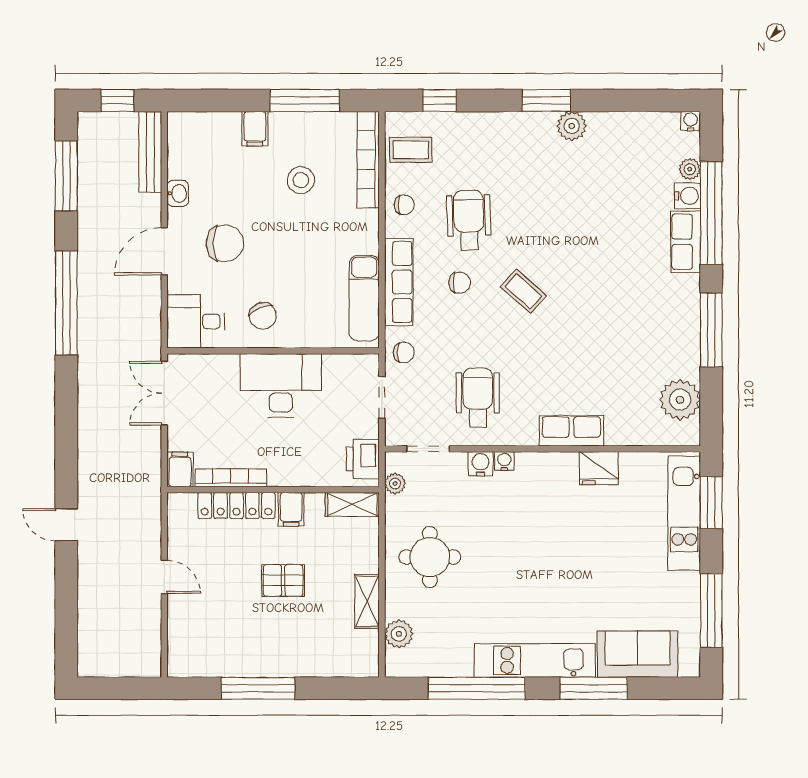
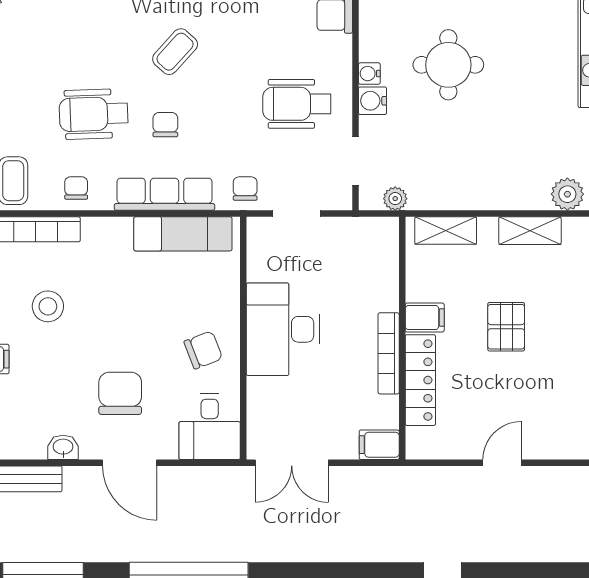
printer: (363, 459) -> (367, 235), removed
bookcase: (231, 478) -> (389, 353), moved
shelving: (352, 504) -> (446, 231), moved, turned 90
round table: (430, 557) -> (448, 65), moved

